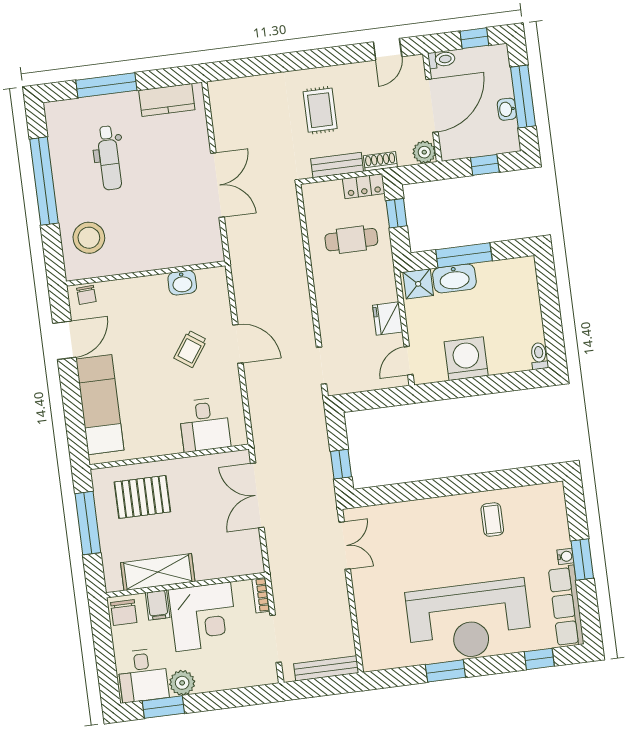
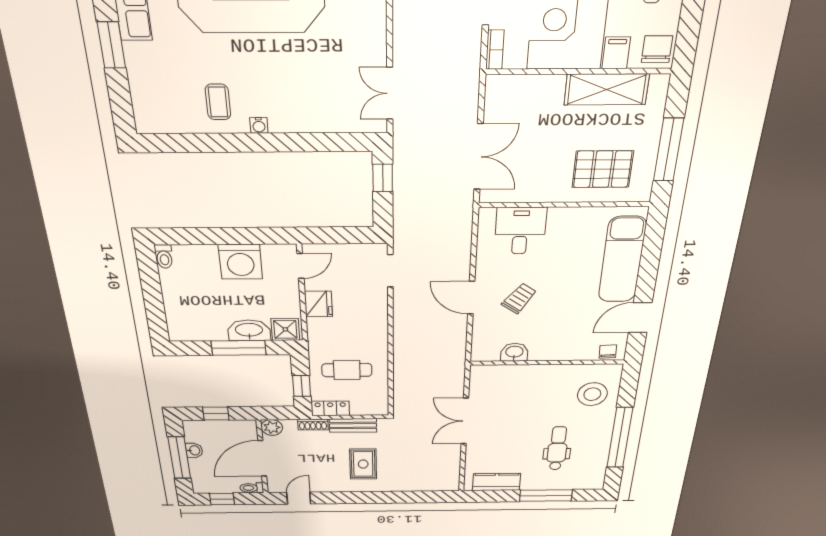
water cooler: (565, 556) -> (259, 125), moved, turned -90

